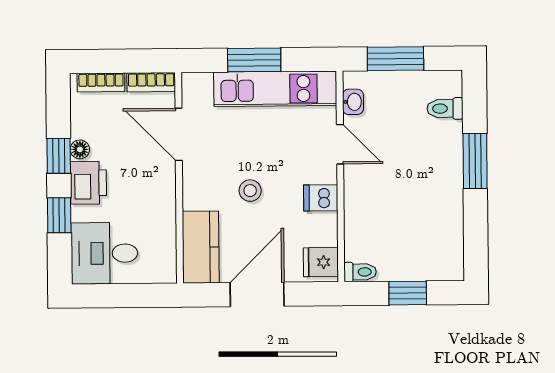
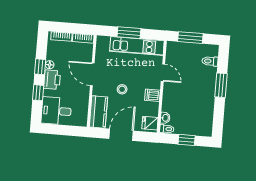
washbasin: (353, 102) -> (165, 118), moved
door: (179, 134) -> (92, 74), moved

